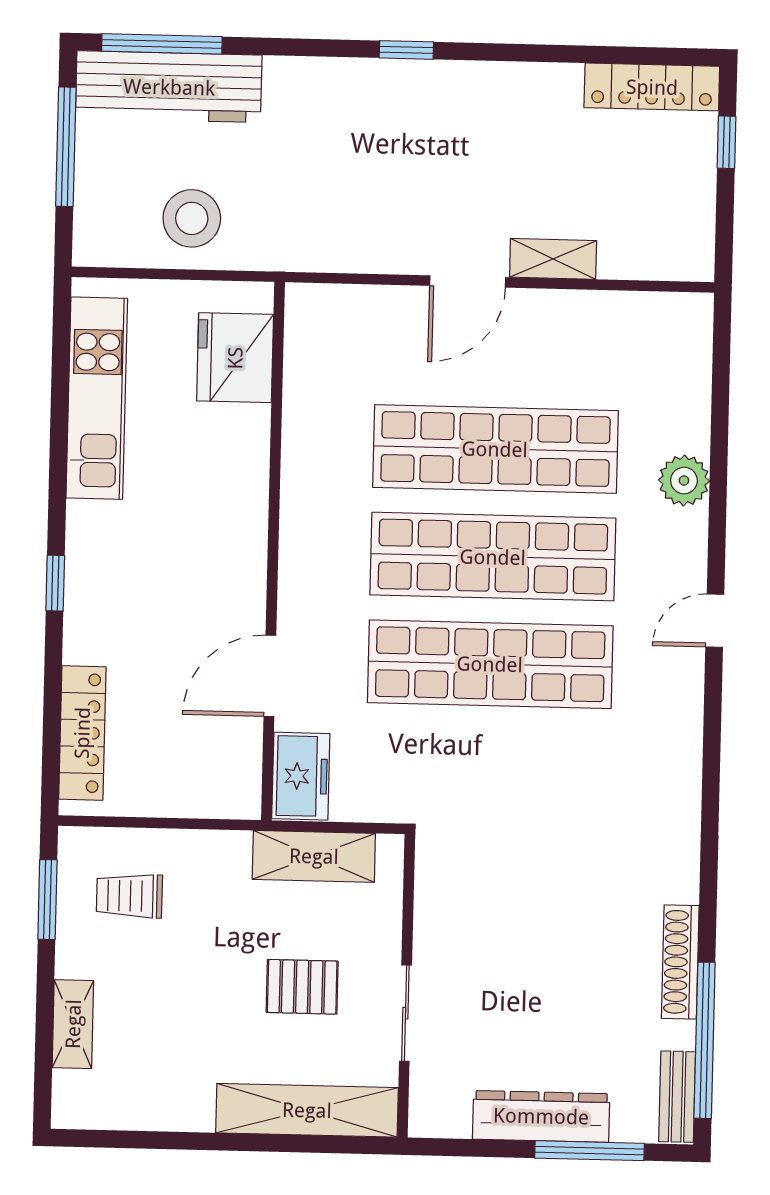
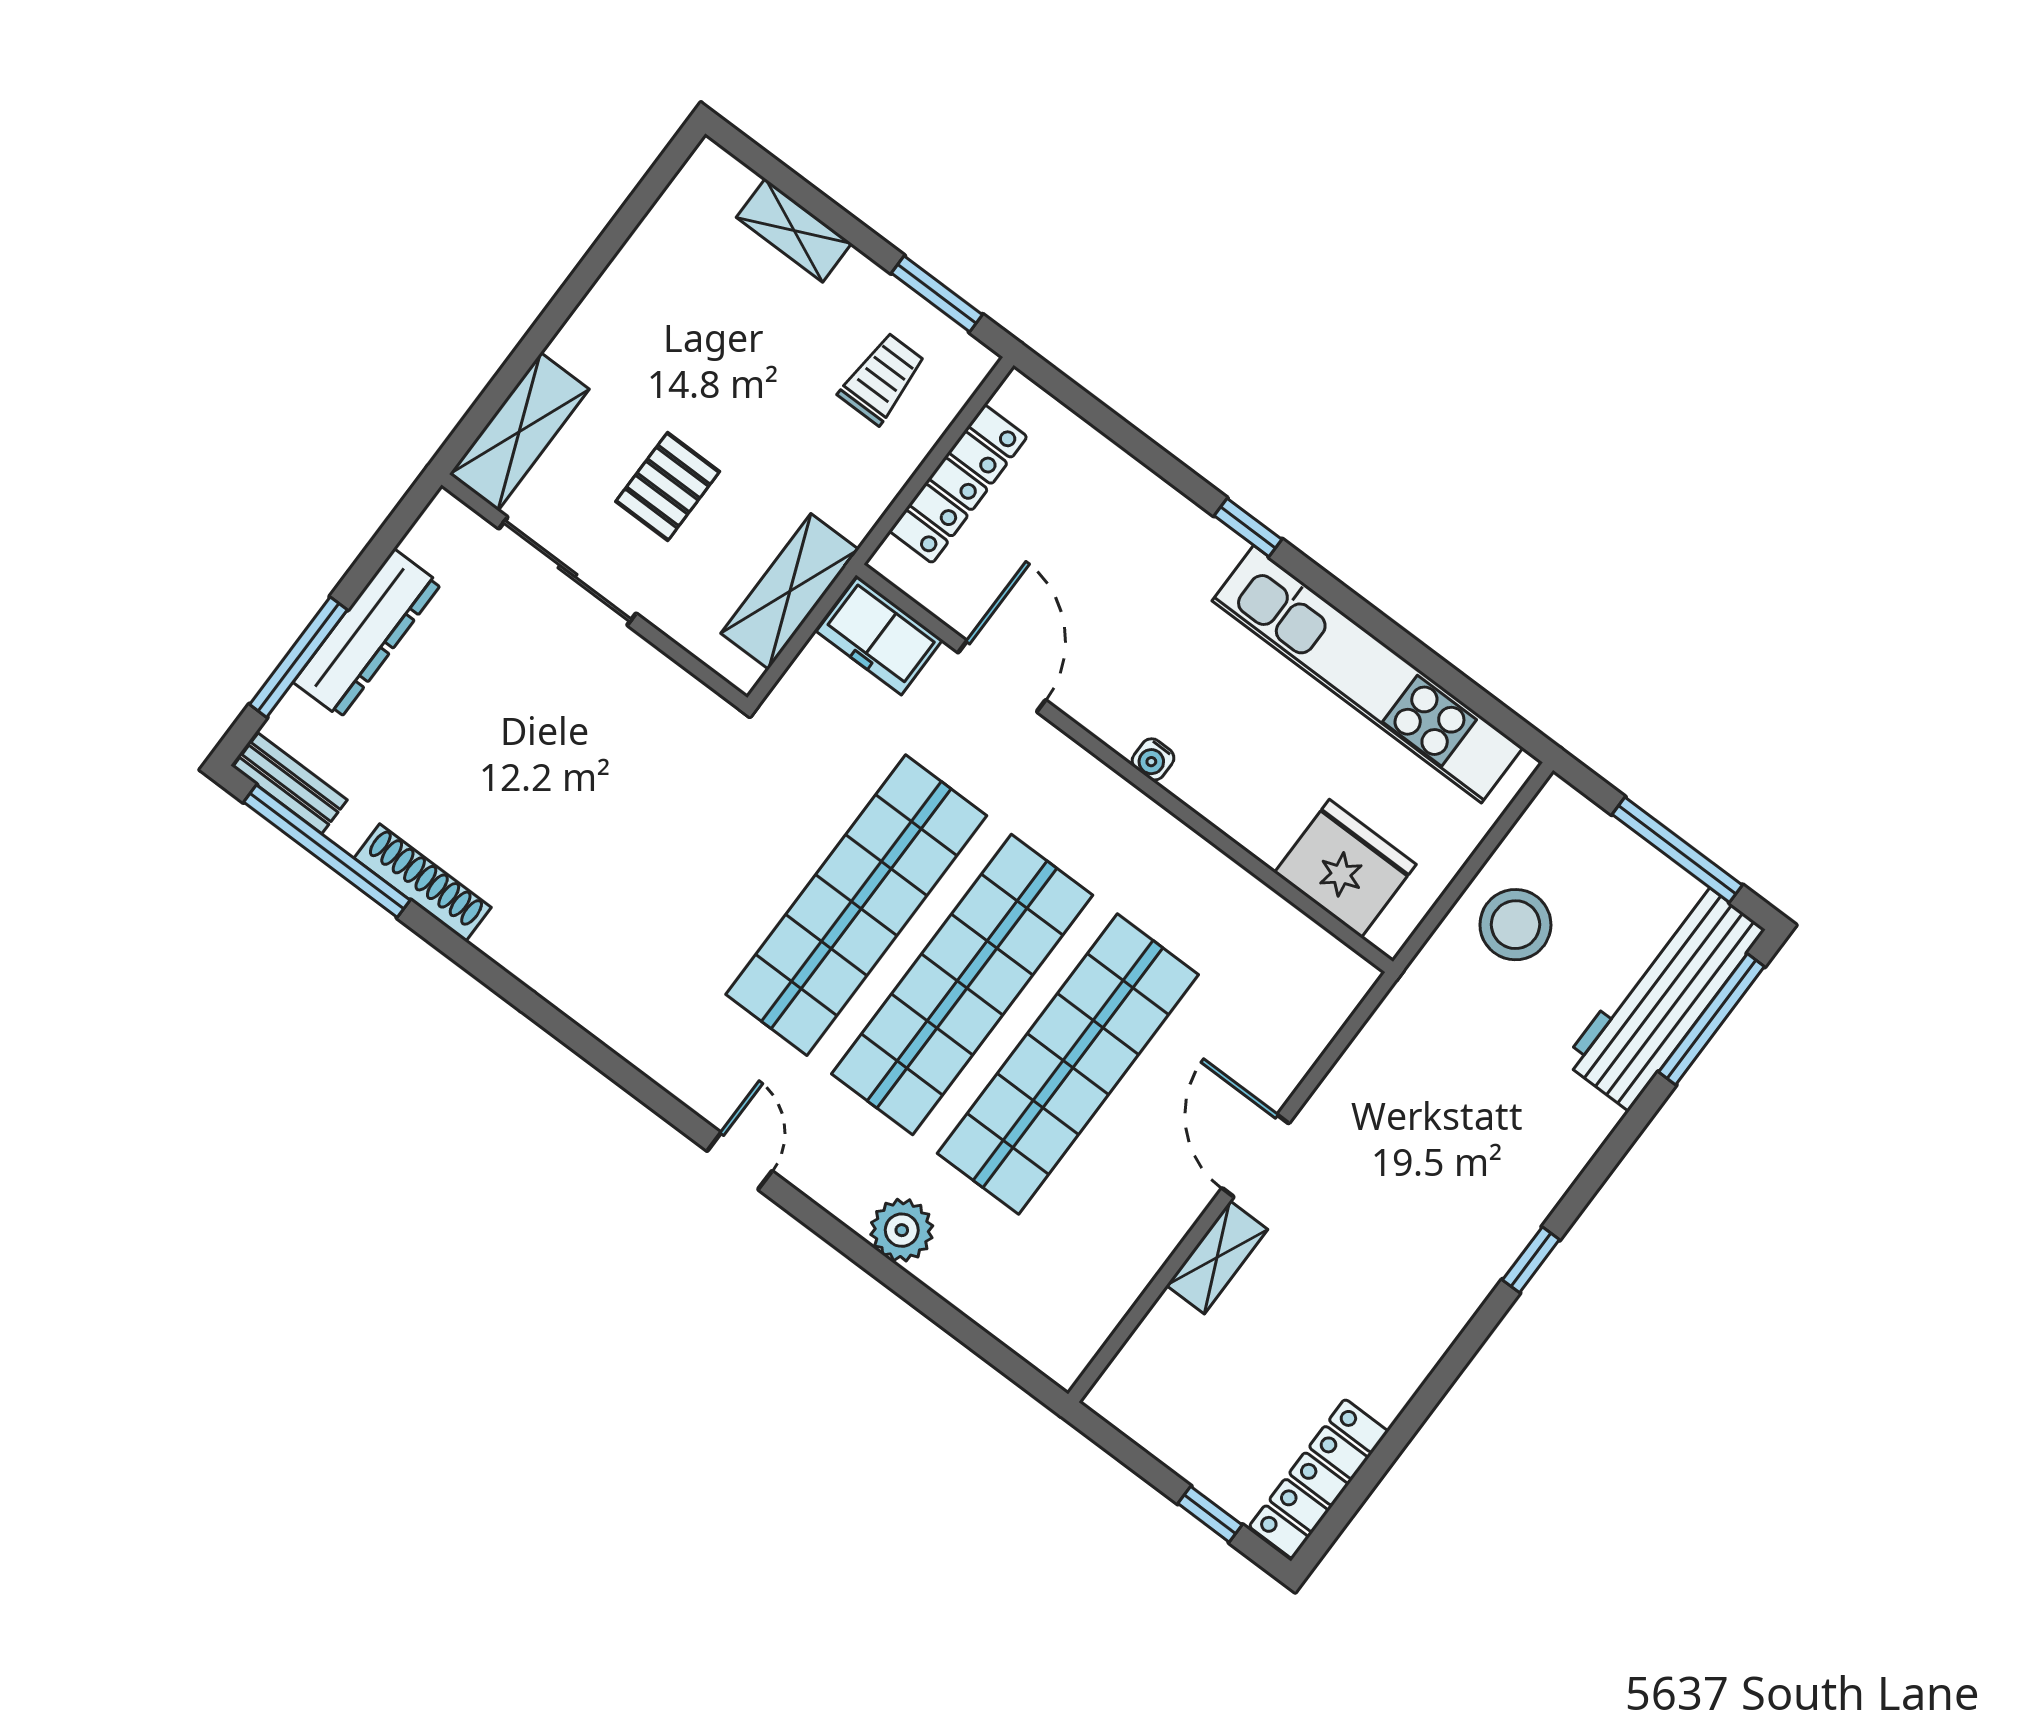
kitchen unit: (97, 398) -> (1367, 674), width x1.36
water cooler: (254, 537) -> (1153, 759), added
locker: (82, 733) -> (958, 484), moved, turned -90
sliding door: (405, 1013) -> (567, 571), width x1.37
shelving: (307, 1110) -> (519, 432), width x0.68

